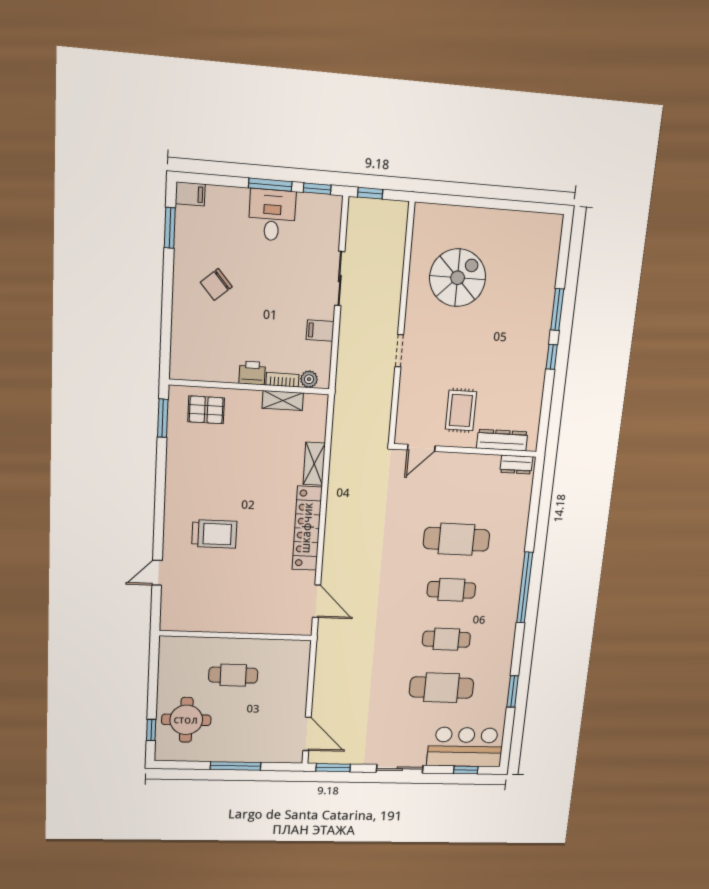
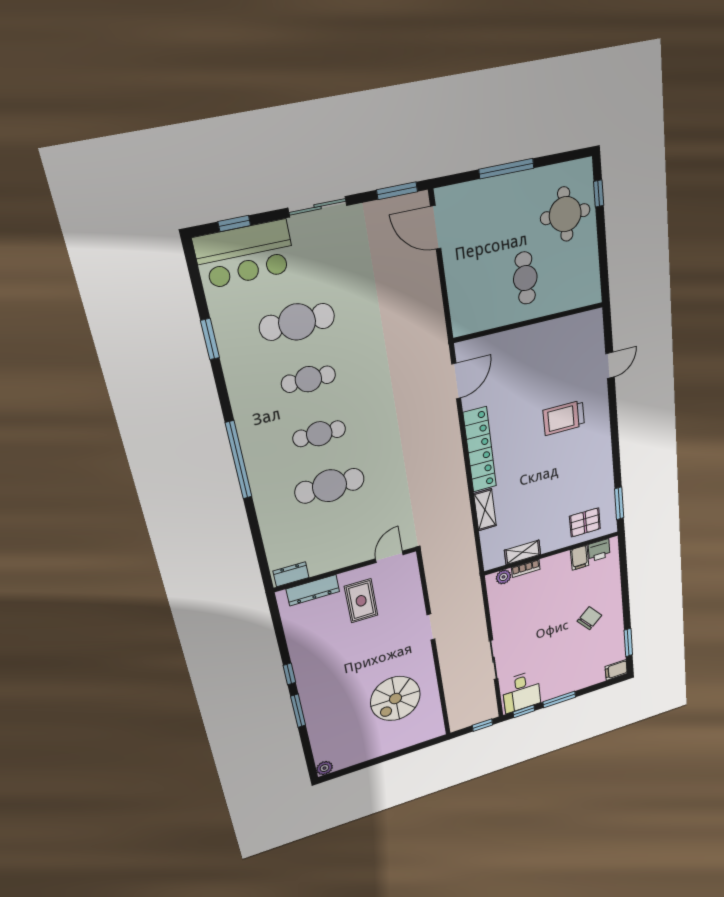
desk: (272, 215) -> (521, 692), moved
plant: (554, 223) -> (324, 768), added
filing cabinet: (320, 331) -> (580, 558), moved, turned 90
printer: (252, 373) -> (599, 550), moved
door: (317, 601) -> (456, 381), swing flipped
cafe table: (233, 675) -> (525, 278), turned 90

